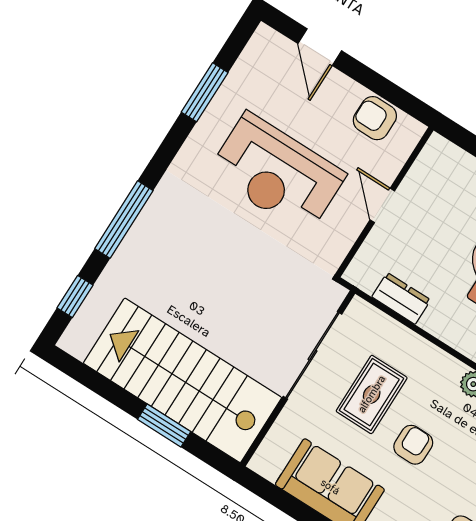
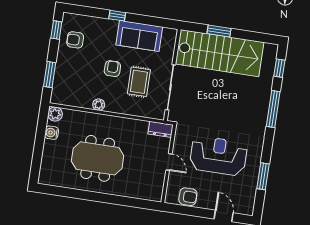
dresser: (401, 298) -> (161, 129), moved
armchair: (413, 445) -> (112, 69), turned 180

